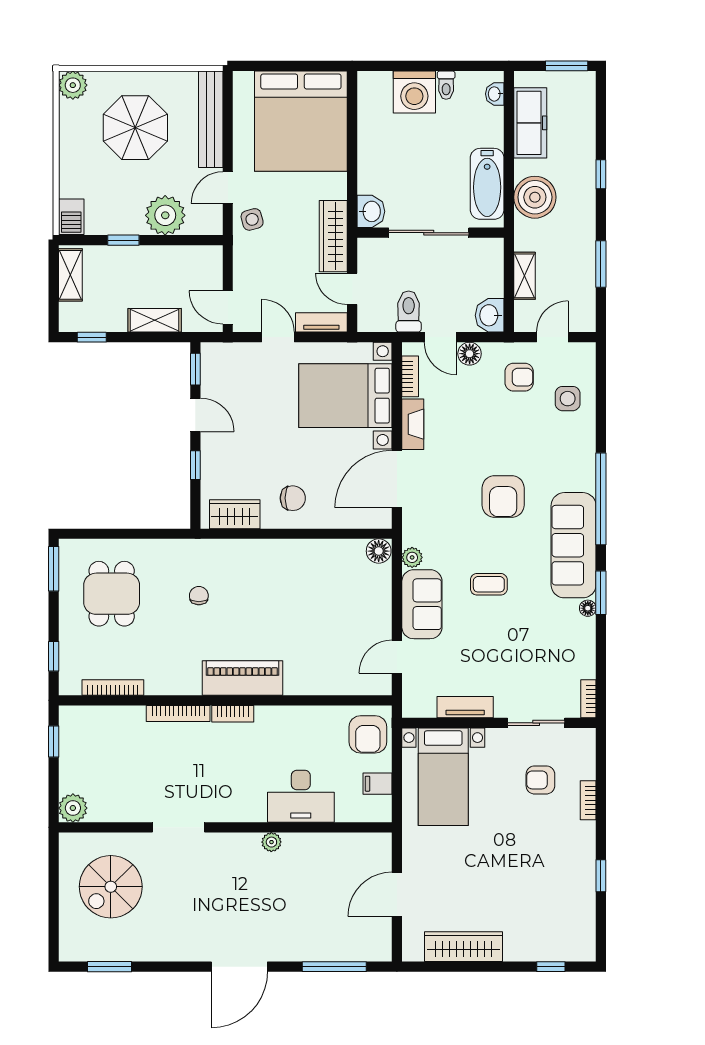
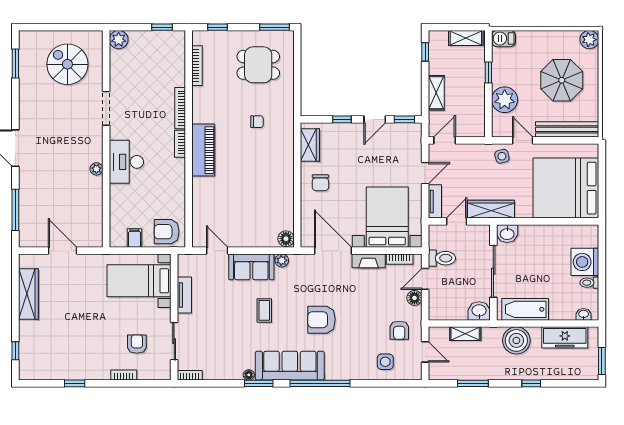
washbasin: (490, 315) -> (479, 311), moved
desk: (301, 796) -> (126, 162), moved

